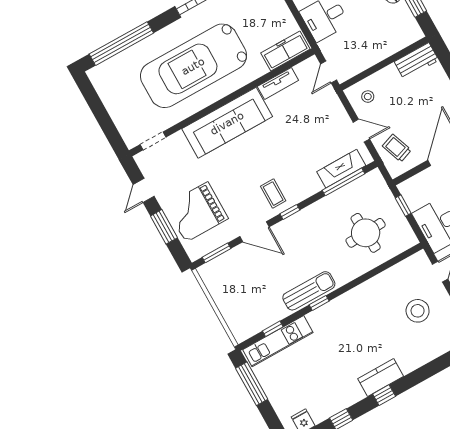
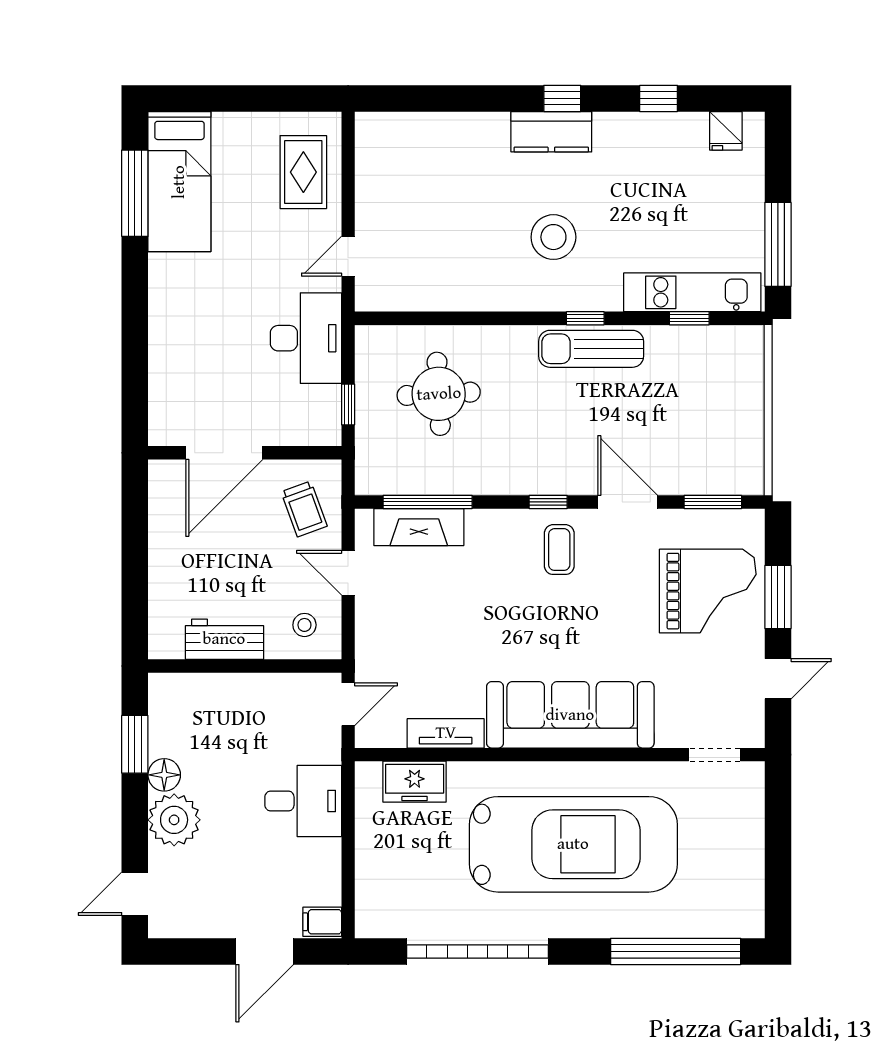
freezer: (285, 51) -> (415, 782), width x0.71
workbench: (416, 61) -> (224, 639), moved
stool: (418, 311) -> (553, 237), moved

